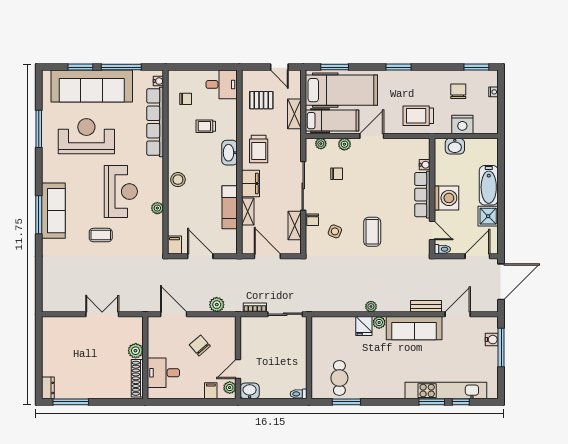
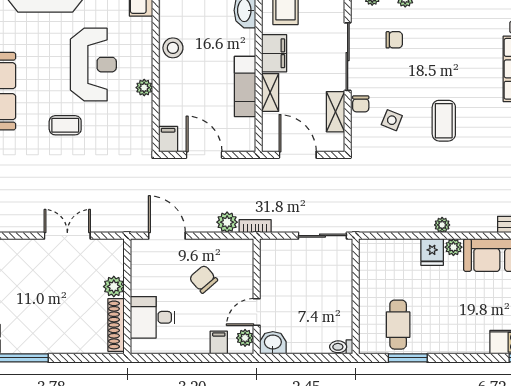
bookcase: (255, 307) -> (255, 226), moved

